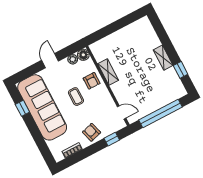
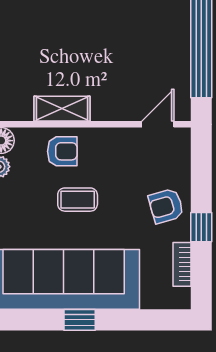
window: (22, 108) -> (80, 320), moved
window: (112, 139) -> (201, 227), moved

